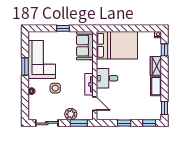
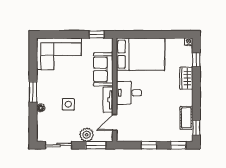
window: (63, 28) -> (97, 34), moved
sofa: (85, 46) -> (103, 69), moved
corner sofa: (42, 59) -> (59, 54), moved, turned 90
window: (25, 66) -> (33, 92), moved
cot: (156, 86) -> (186, 118), moved
door: (95, 104) -> (115, 122), swing flipped

